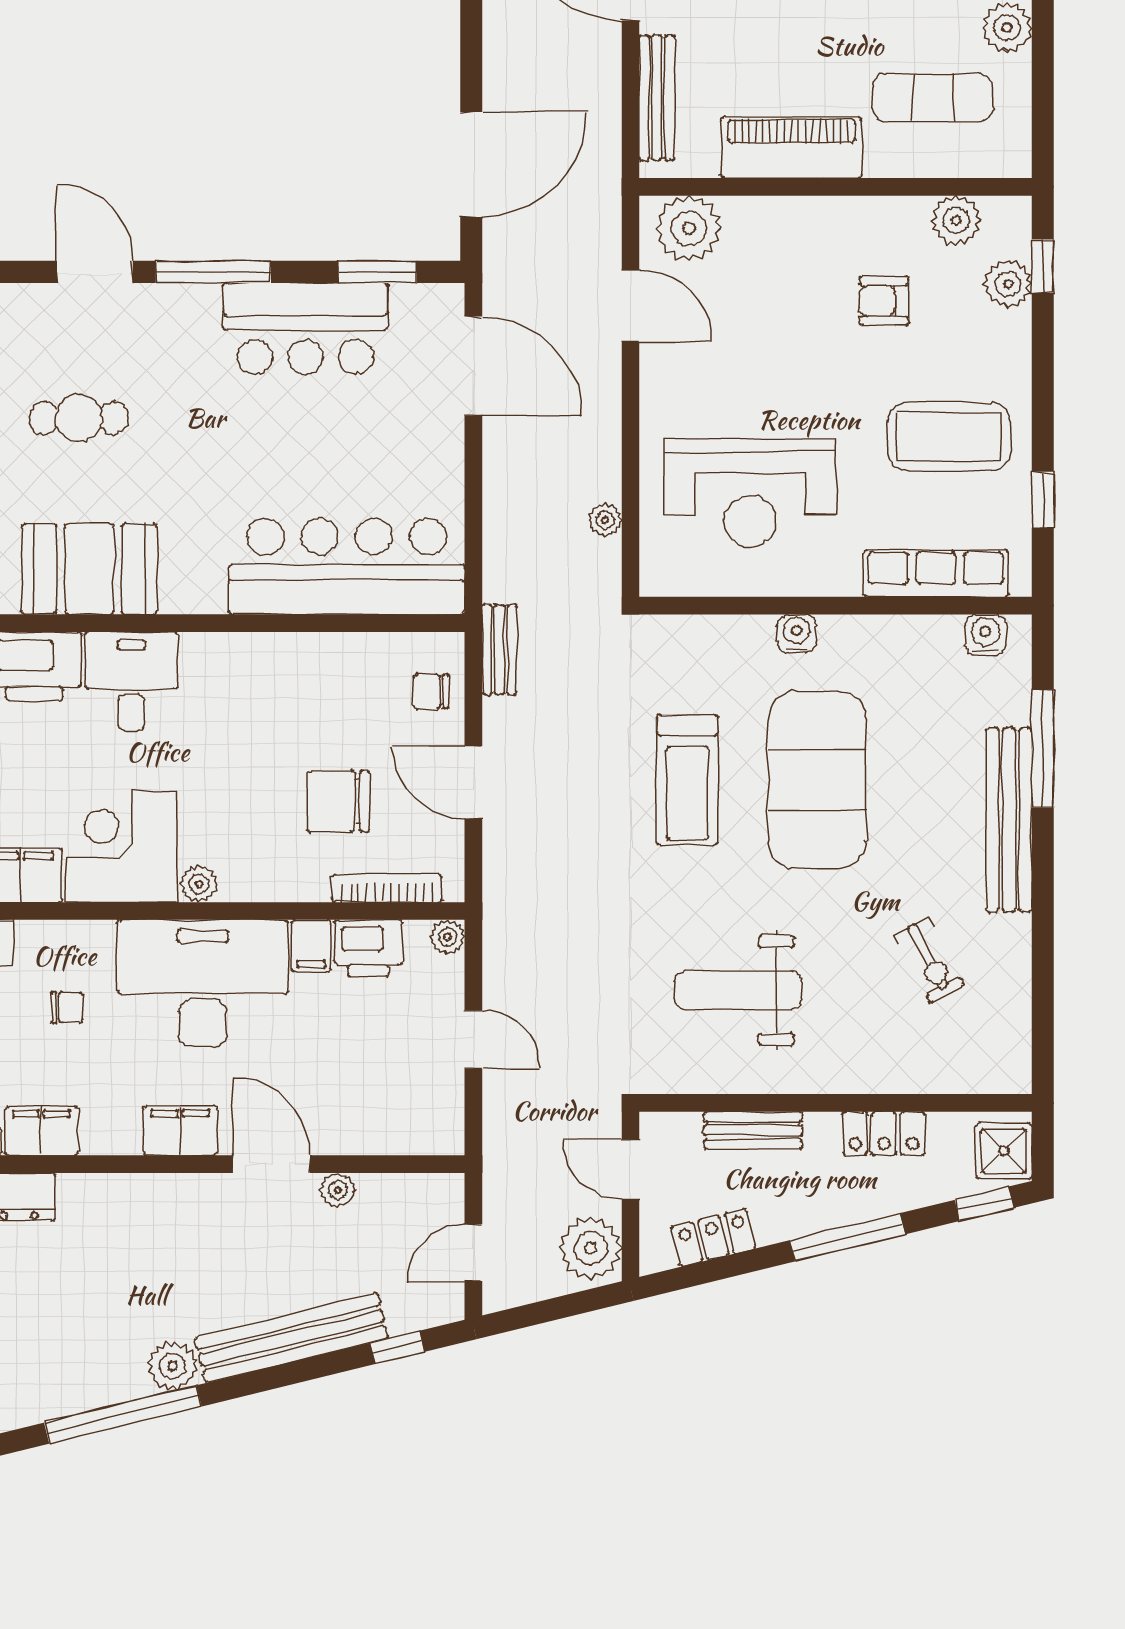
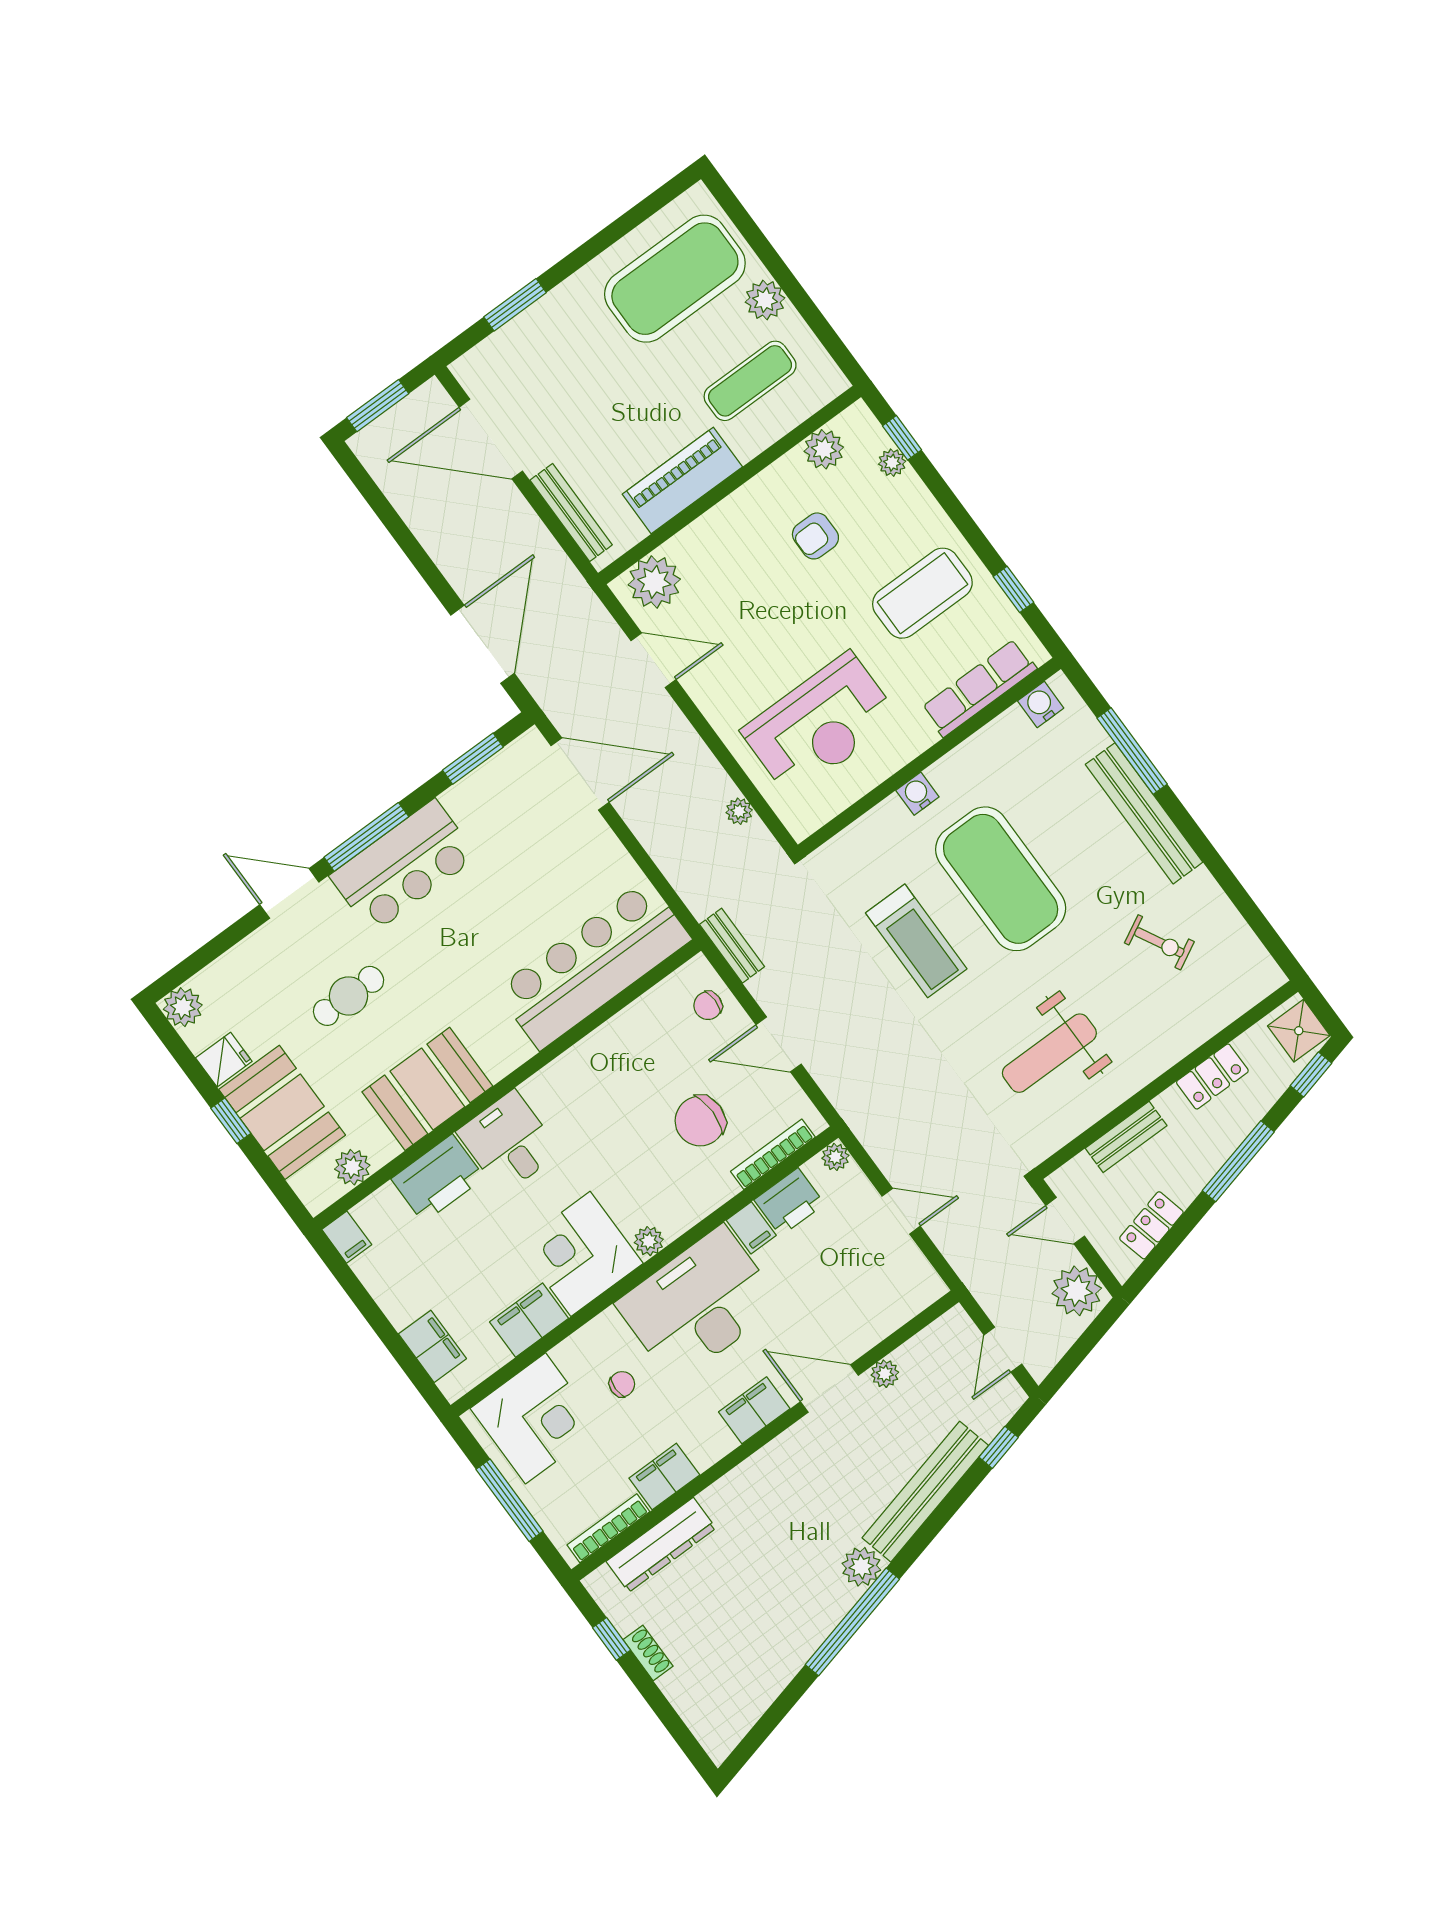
plant: (1008, 284) -> (892, 463), width x0.73, depth x0.73
bar counter: (306, 329) -> (403, 866), moved

